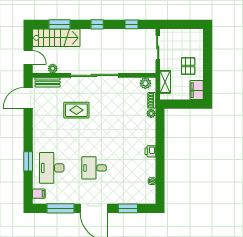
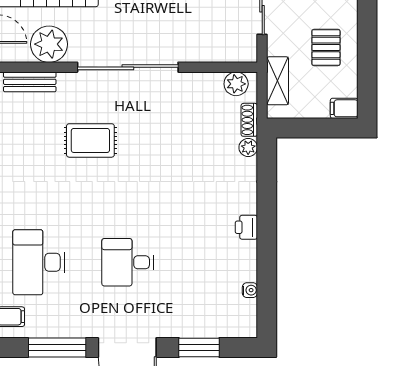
plant: (53, 69) -> (49, 44), width x1.87, depth x1.87
filing cabinet: (197, 90) -> (344, 108), width x0.50

